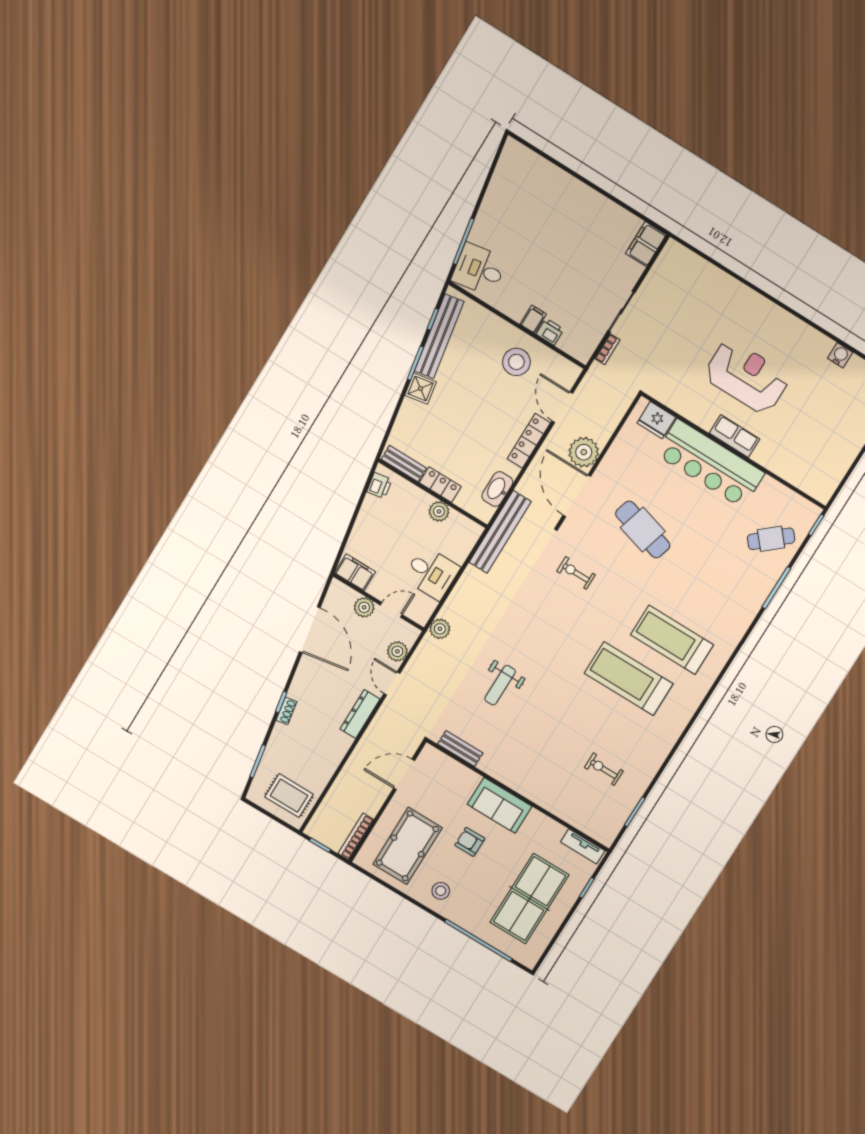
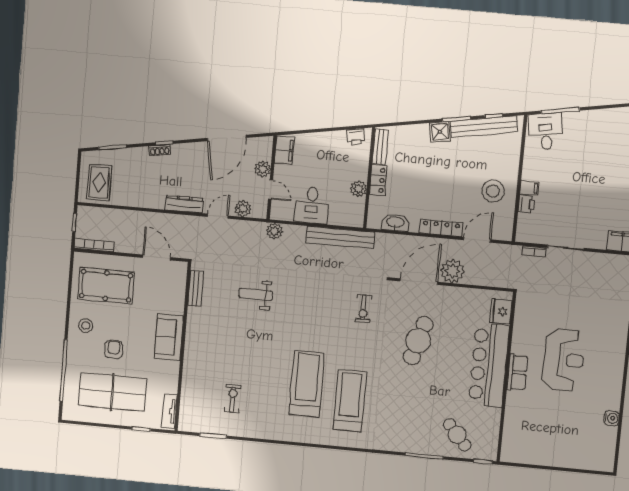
bench: (500, 532) -> (340, 237), moved
exercise bike: (576, 573) -> (363, 309), turned 180
armchair: (470, 842) -> (114, 349), moved

